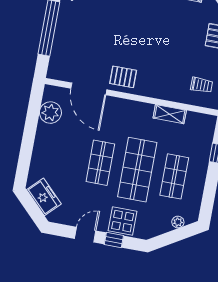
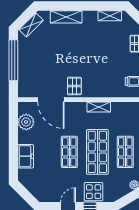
pallet: (123, 77) -> (74, 86), turned 90
shelving: (170, 114) -> (99, 107), moved
freezer: (44, 197) -> (26, 156), moved, turned 45

